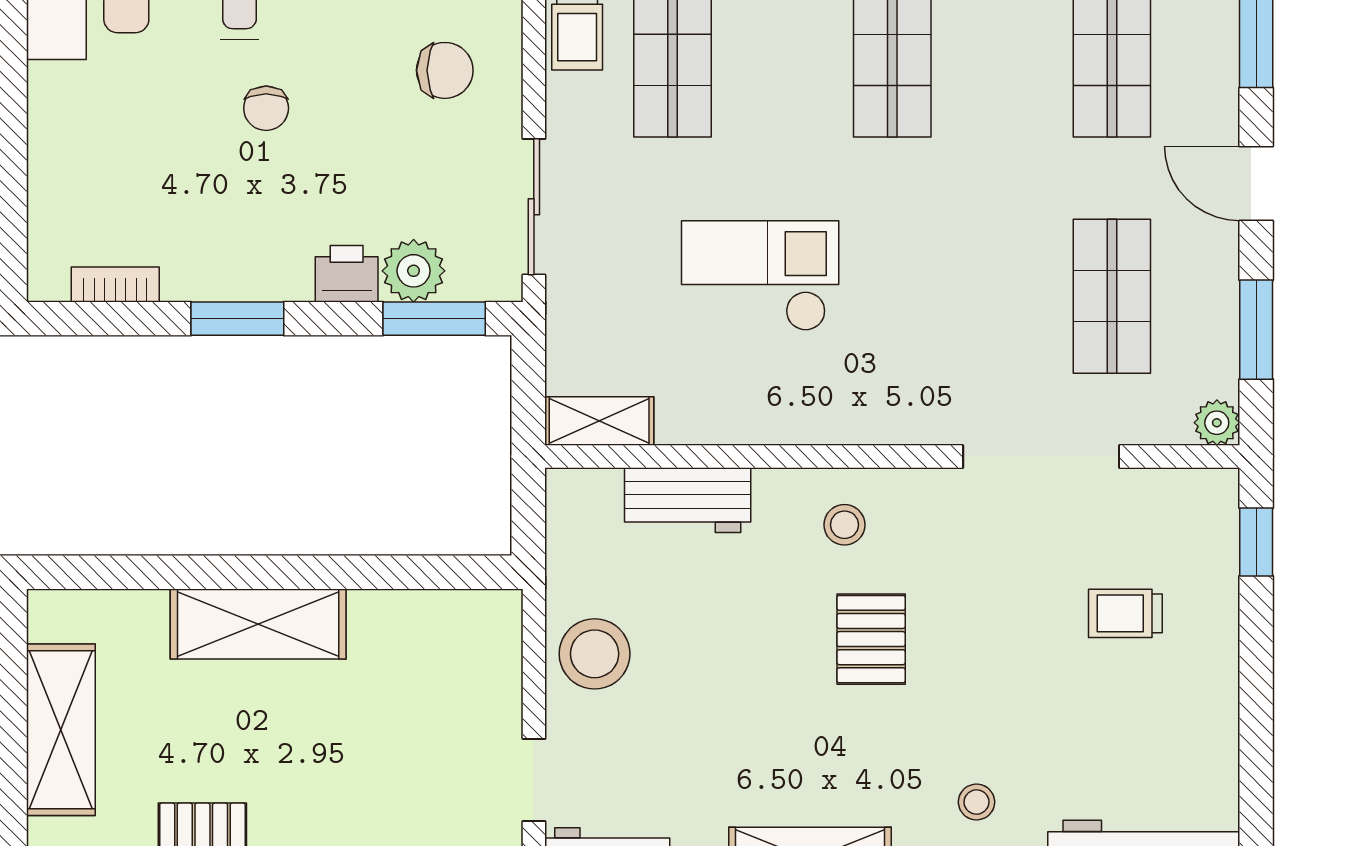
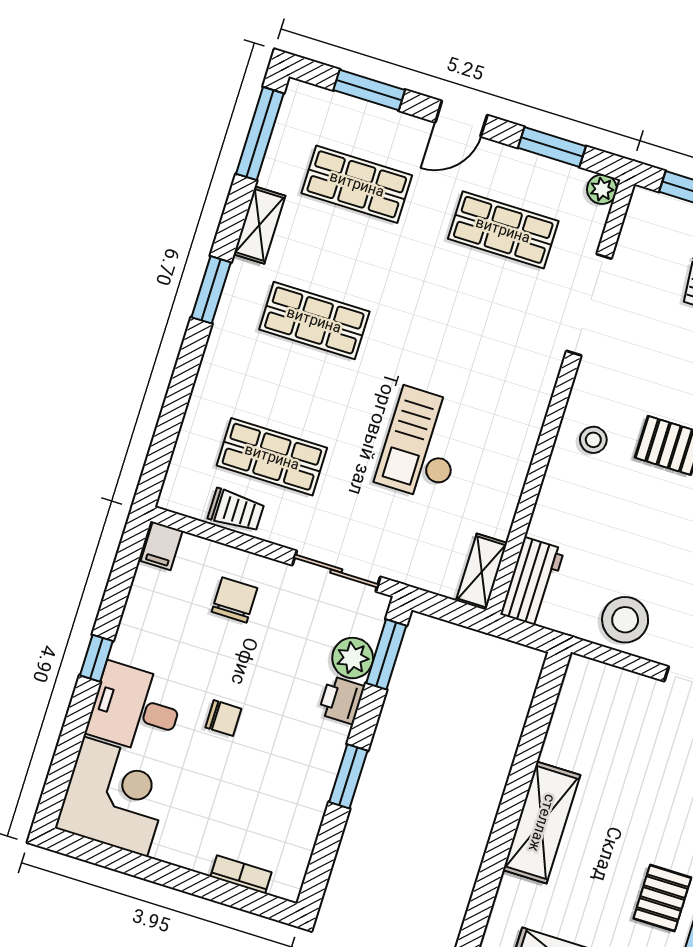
bookcase: (115, 285) -> (241, 874), moved, turned 90
workbench: (688, 500) -> (532, 582), moved

